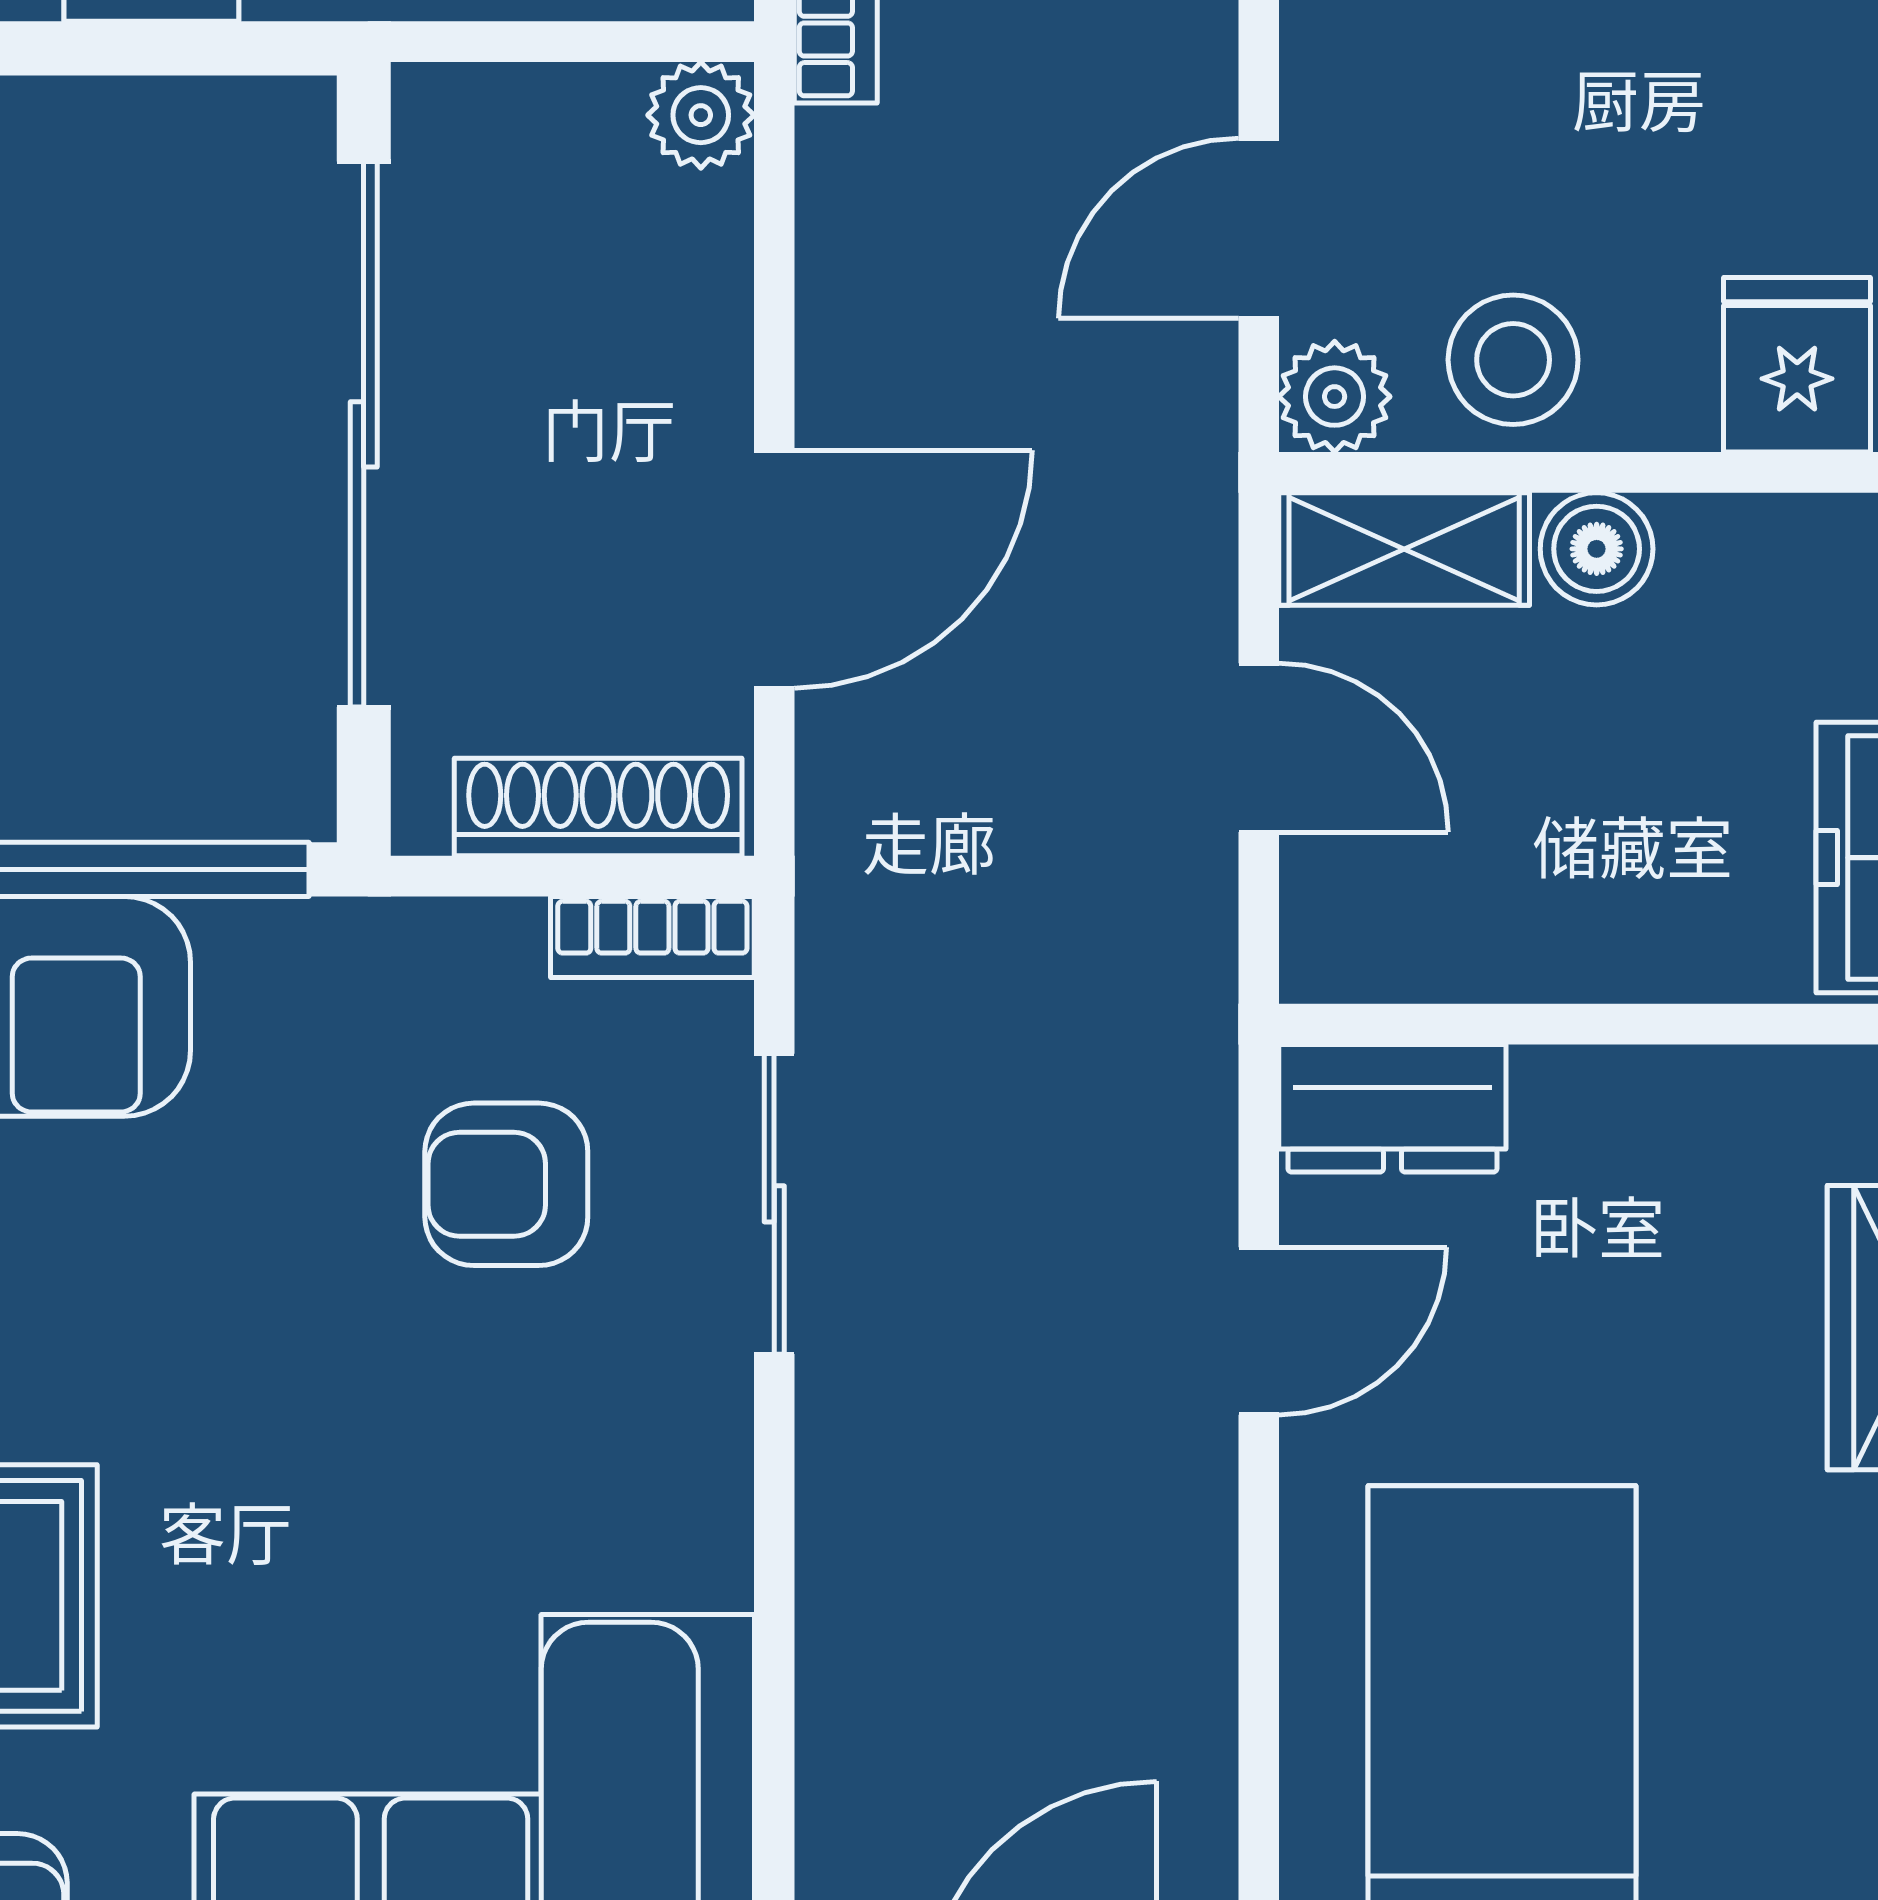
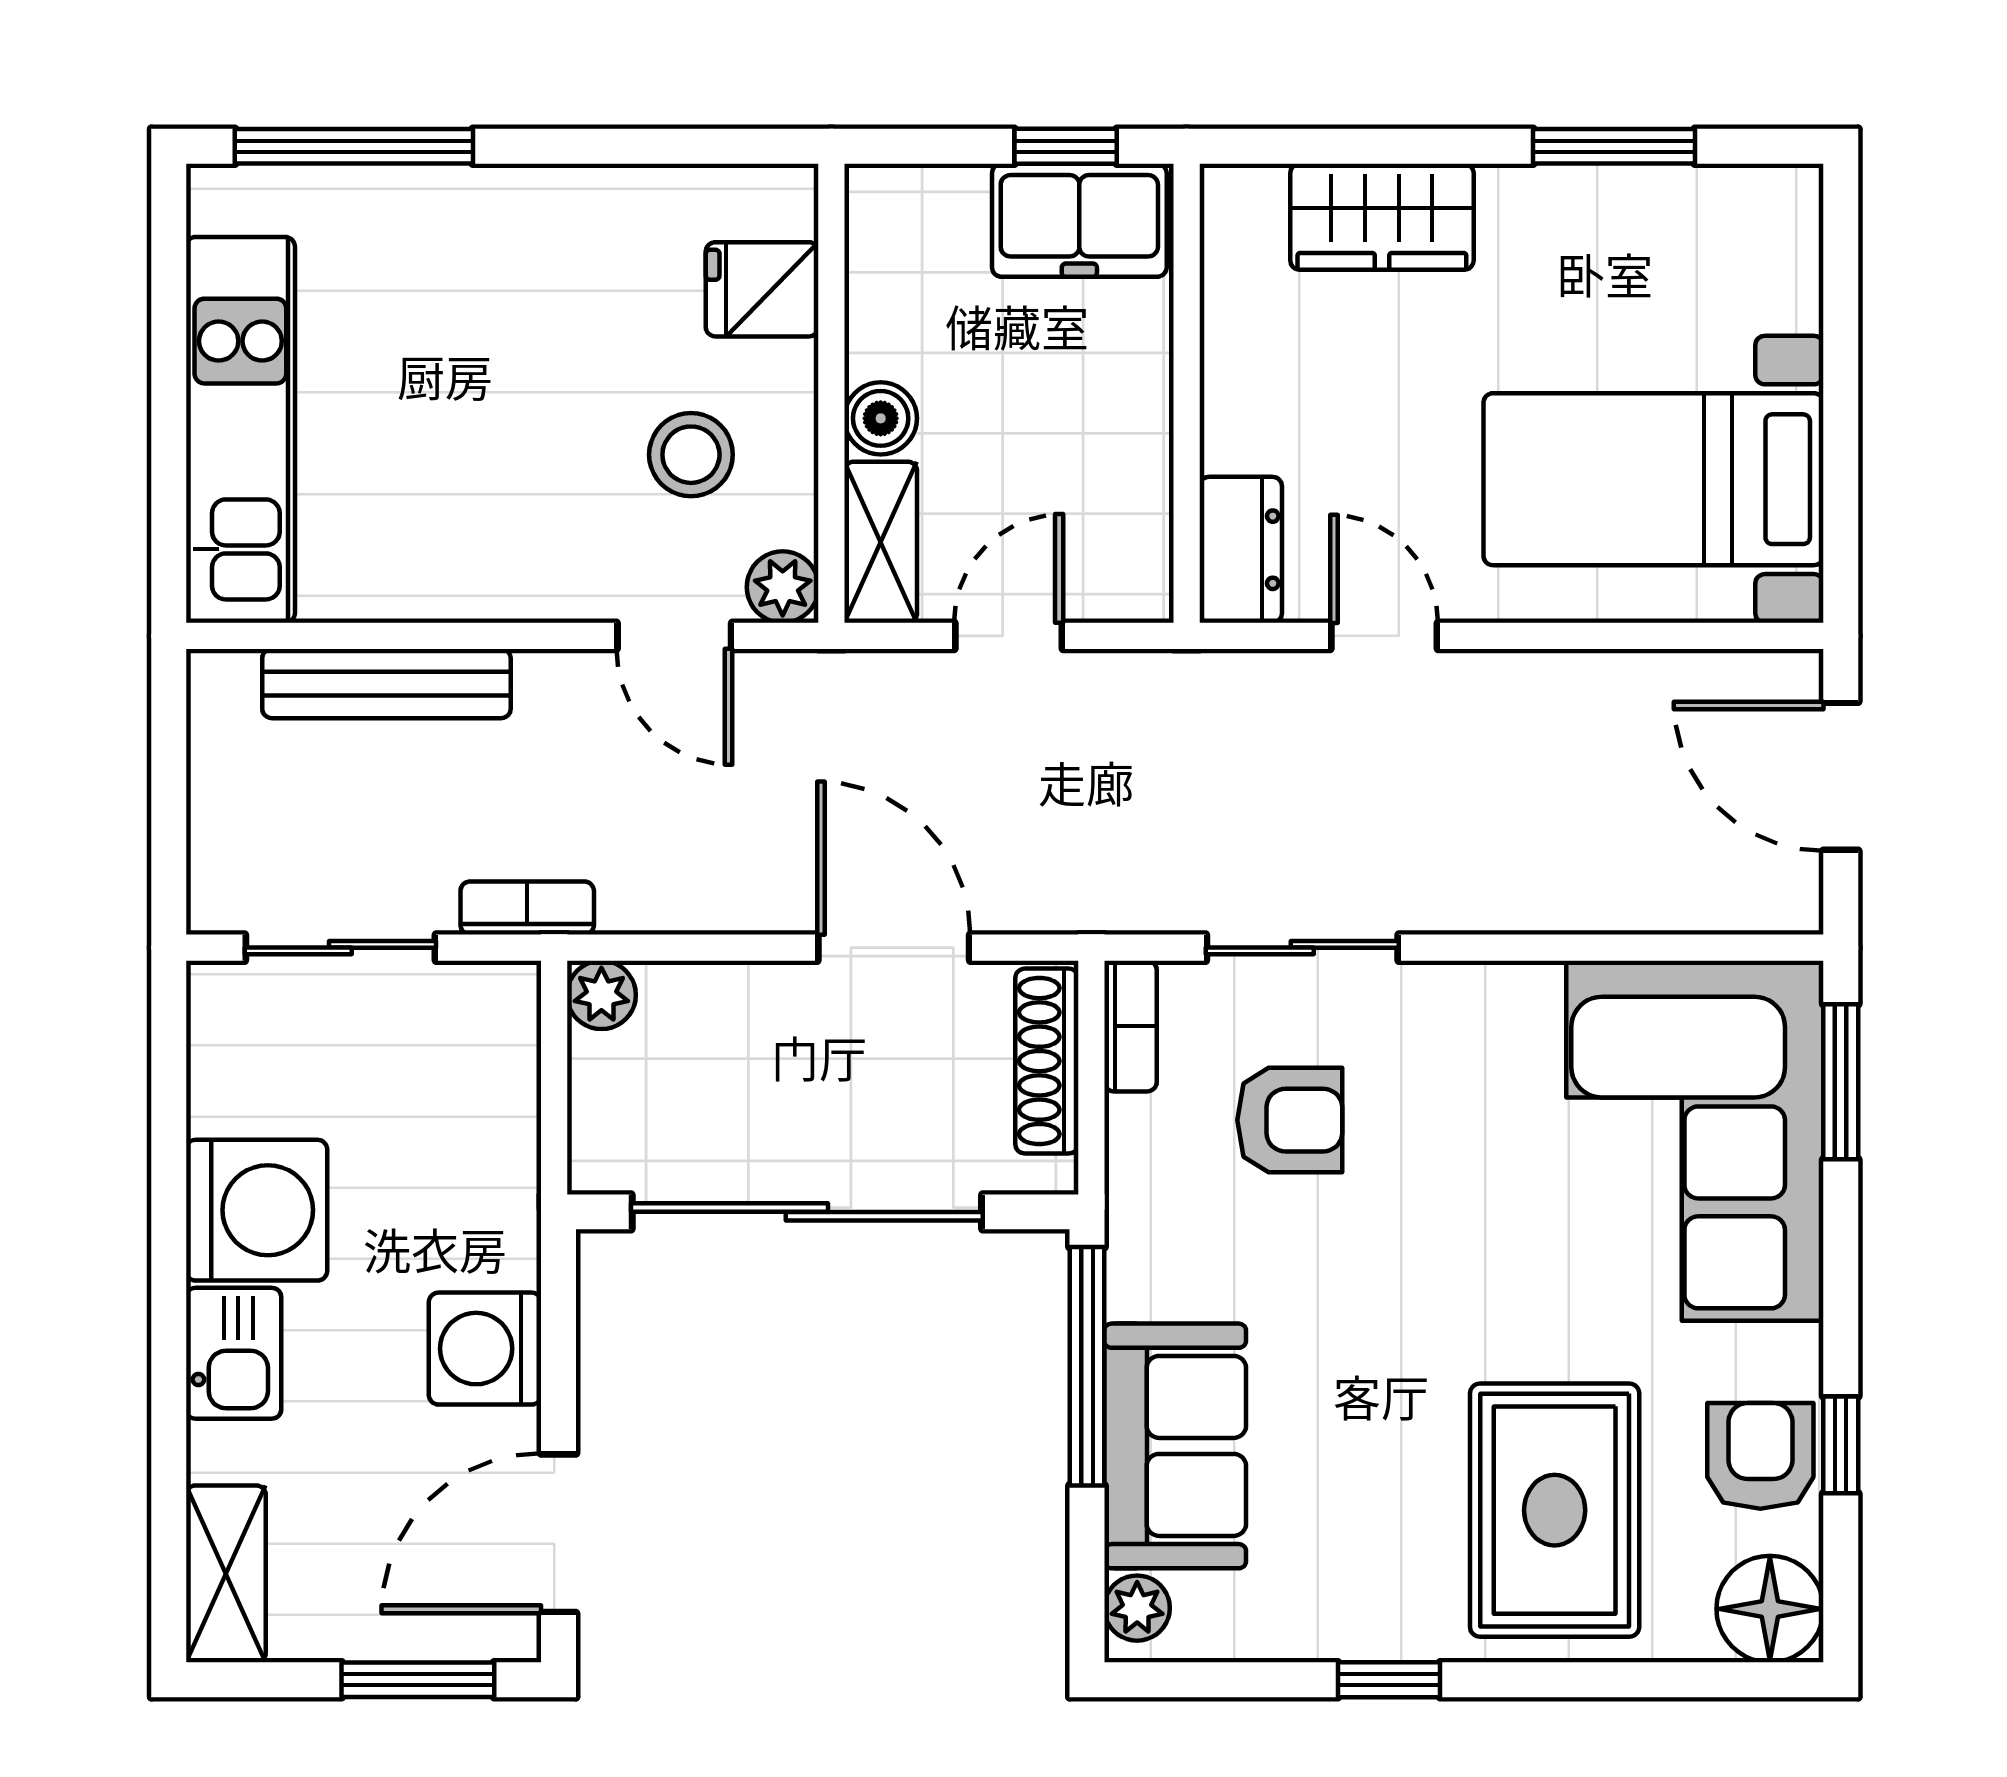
stool: (1513, 360) -> (691, 455), moved
armchair: (506, 1184) -> (1290, 1120), turned -90

